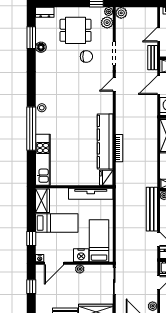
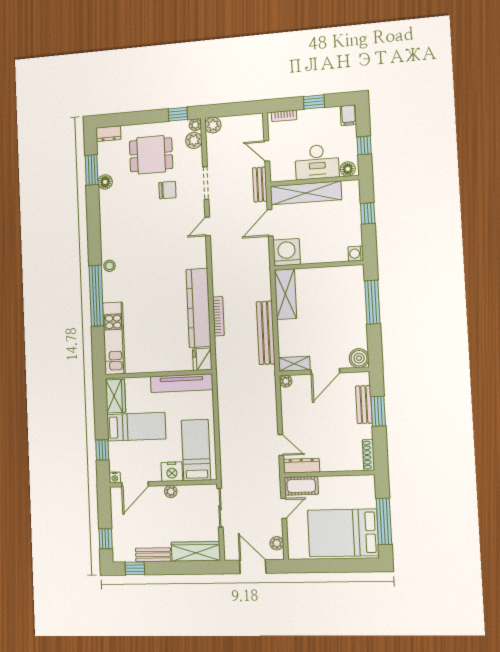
door: (159, 34) -> (267, 151), hinge flipped
bench: (152, 209) -> (266, 333), moved
window: (31, 287) -> (106, 539), moved

